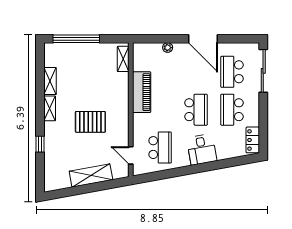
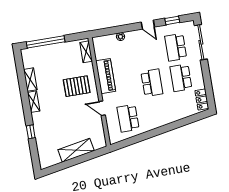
door: (203, 39) -> (148, 25), width x0.53
window: (233, 39) -> (172, 20), added
pallet: (90, 122) -> (77, 86), moved
school desk: (160, 148) -> (128, 118), turned 180
desk: (202, 149) -> (162, 114), removed
door: (131, 155) -> (102, 108), moved

